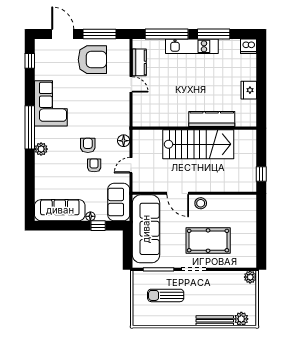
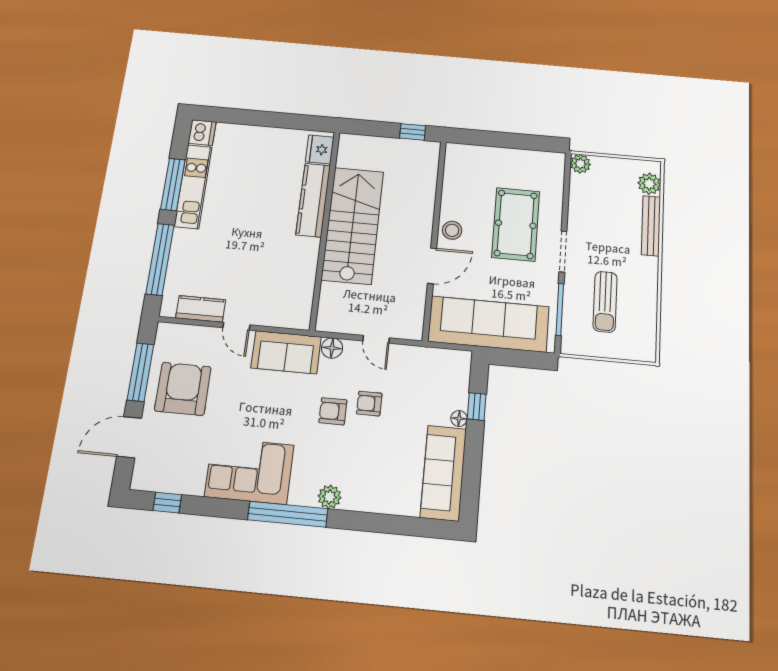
kitchen unit: (192, 46) -> (193, 187), moved
door: (131, 84) -> (236, 326), swing flipped
fridge: (249, 90) -> (320, 149), moved, turned 90
sofa: (119, 202) -> (286, 352), moved

